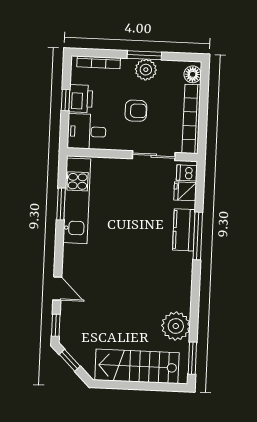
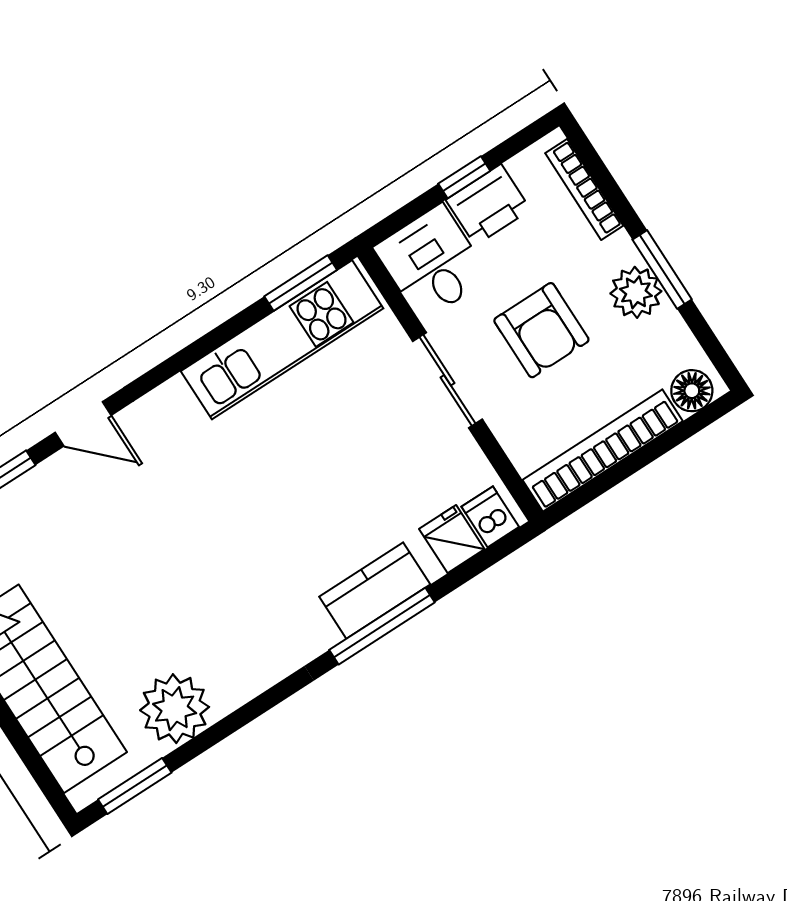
armchair: (136, 111) -> (541, 330), width x1.38, depth x1.38
sliding door: (154, 156) -> (448, 380), moved
window: (61, 204) -> (301, 283), moved
door: (57, 288) -> (83, 424), hinge flipped

